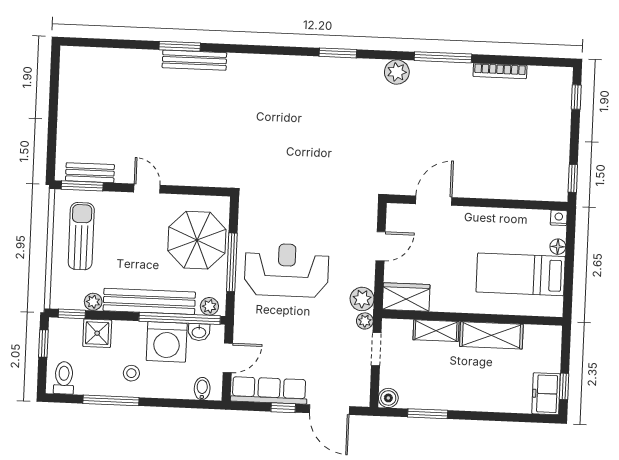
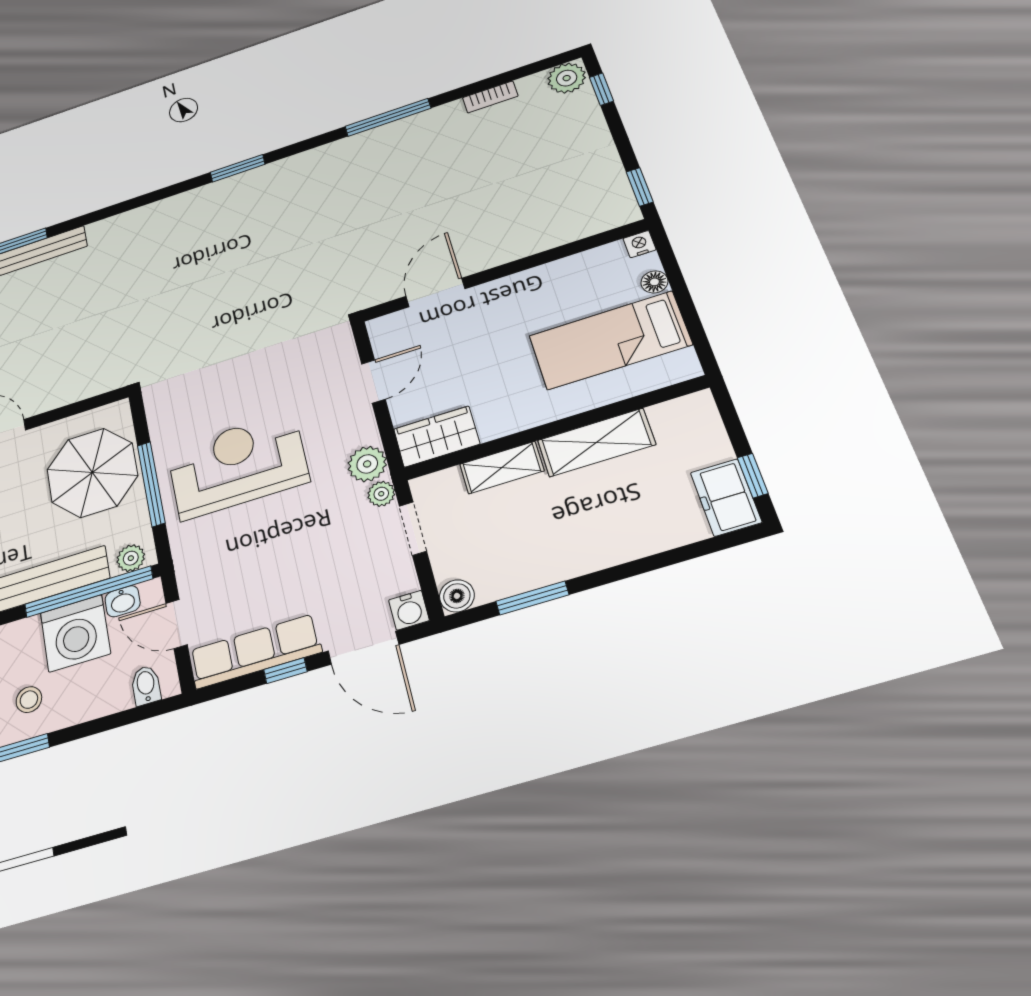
bookcase: (500, 71) -> (490, 97), width x0.64
plant: (397, 72) -> (567, 78), moved
door: (228, 358) -> (177, 624), swing flipped
water cooler: (360, 397) -> (409, 610), added

